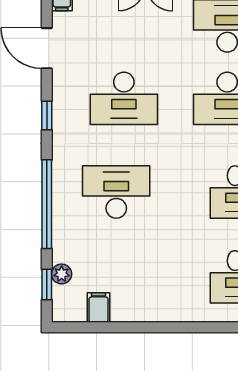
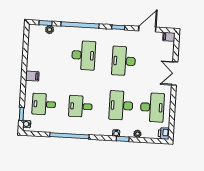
filing cabinet: (99, 307) -> (32, 76), moved

